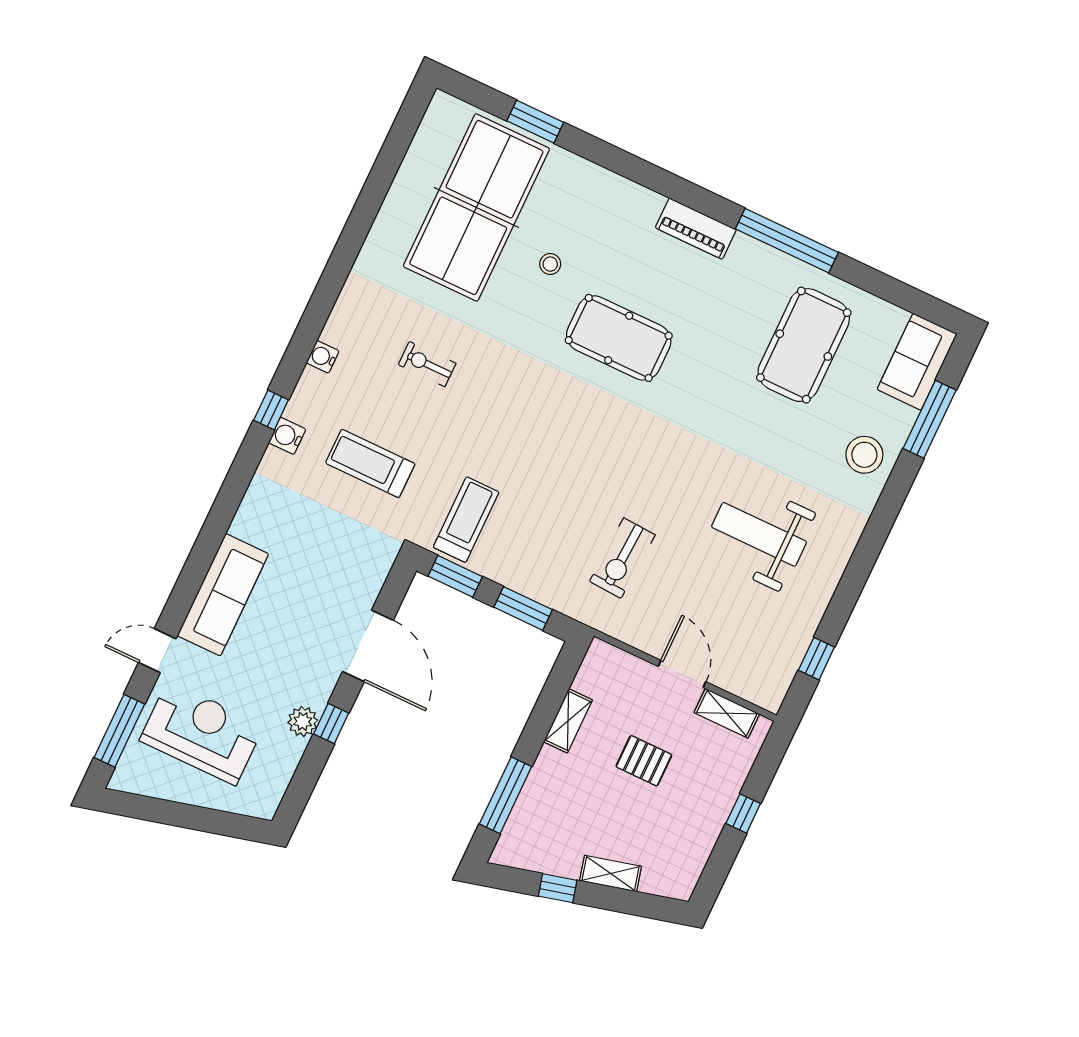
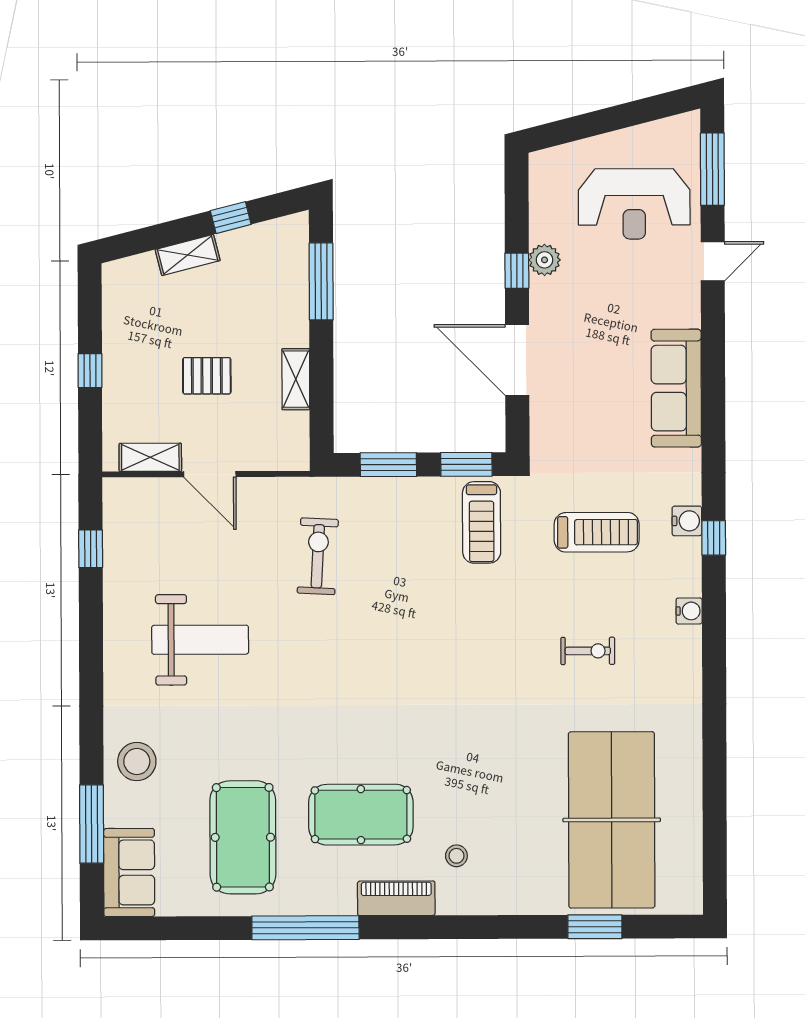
stool: (550, 264) -> (456, 856), moved
pool table: (619, 338) -> (361, 815), moved
sofa: (223, 595) -> (676, 388), moved

